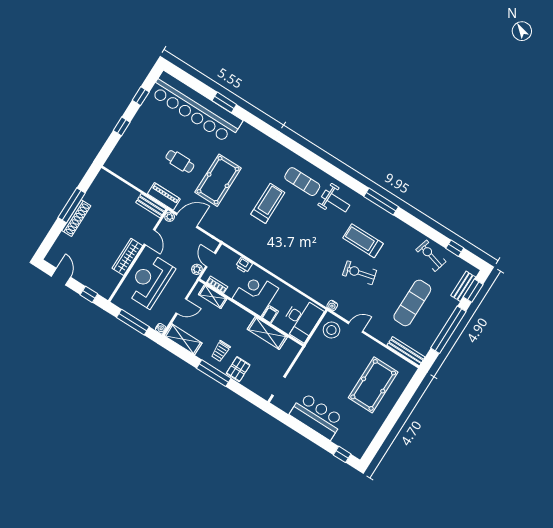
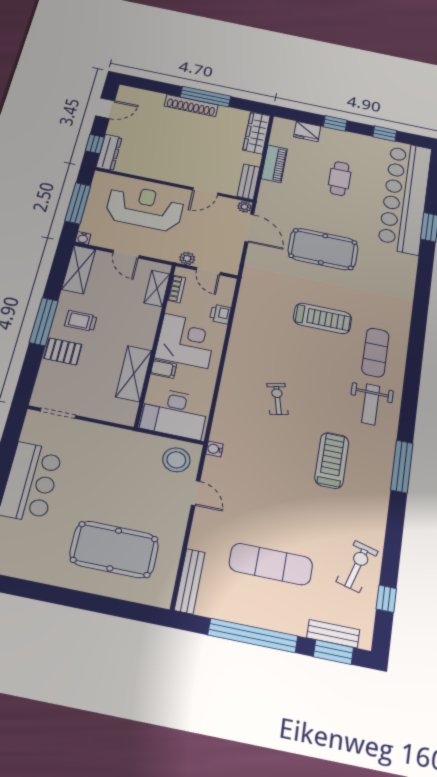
fridge: (122, 149) -> (307, 131), added
cafe table: (180, 161) -> (340, 179), moved
piano: (164, 196) -> (274, 164), moved
wardrobe: (127, 257) -> (257, 133), moved, turned -90
door: (211, 260) -> (208, 271), swing flipped
exercise bike: (360, 273) -> (277, 399), moved, width x0.73, depth x0.72
dresser: (99, 287) -> (109, 152), added

